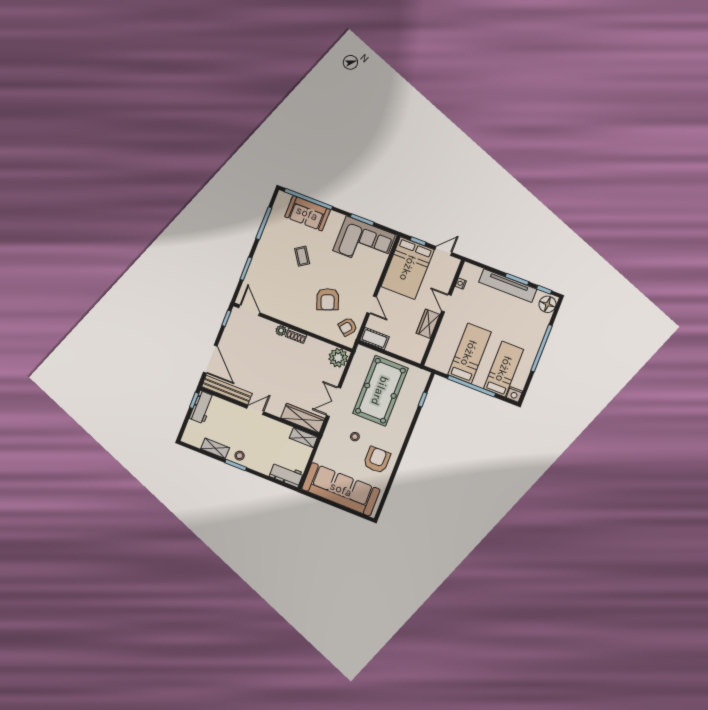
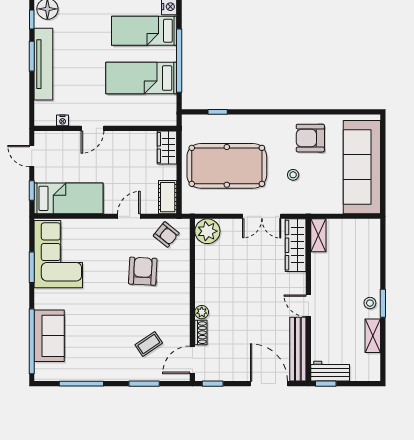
coffee table: (302, 256) -> (149, 344), moved
bed: (408, 268) -> (69, 198), width x0.67
armchair: (328, 299) -> (143, 271), turned -66
wardrobe: (428, 324) -> (167, 148), moved, turned 90
shoe rack: (296, 336) -> (201, 333), moved
door: (210, 359) -> (269, 384), hinge flipped
workbench: (286, 475) -> (370, 238), removed

